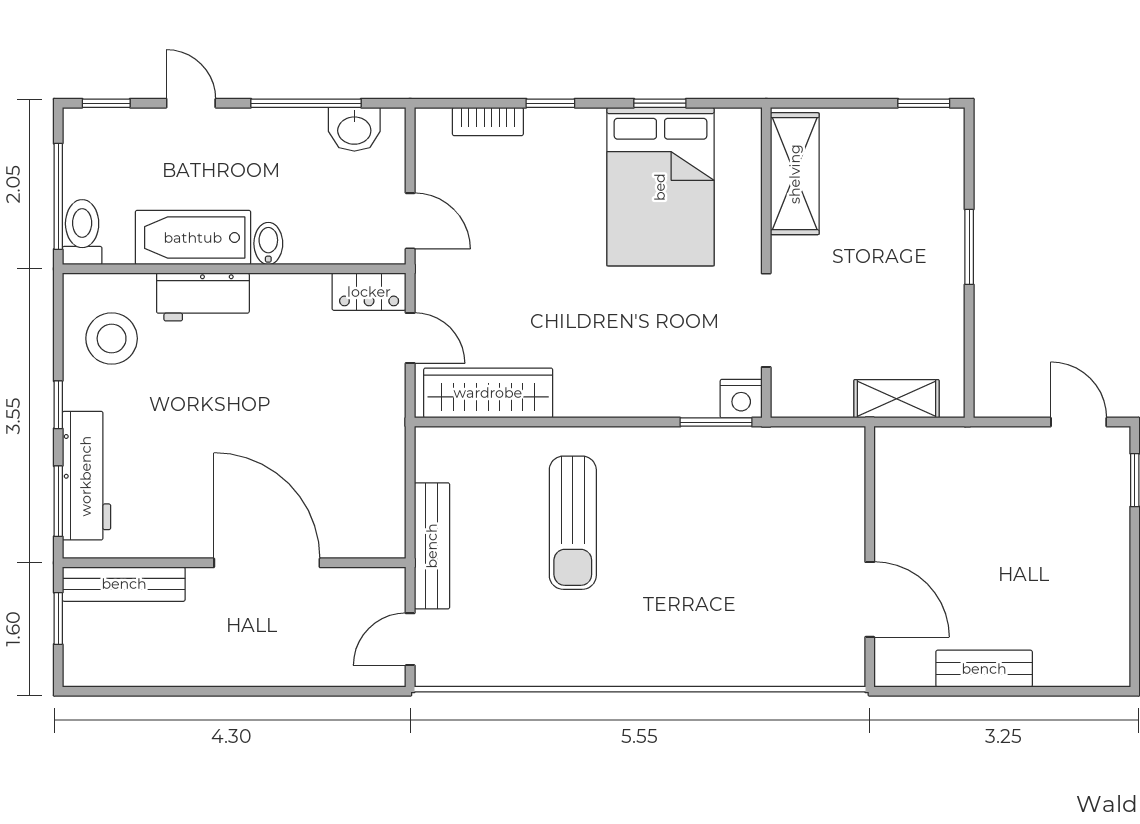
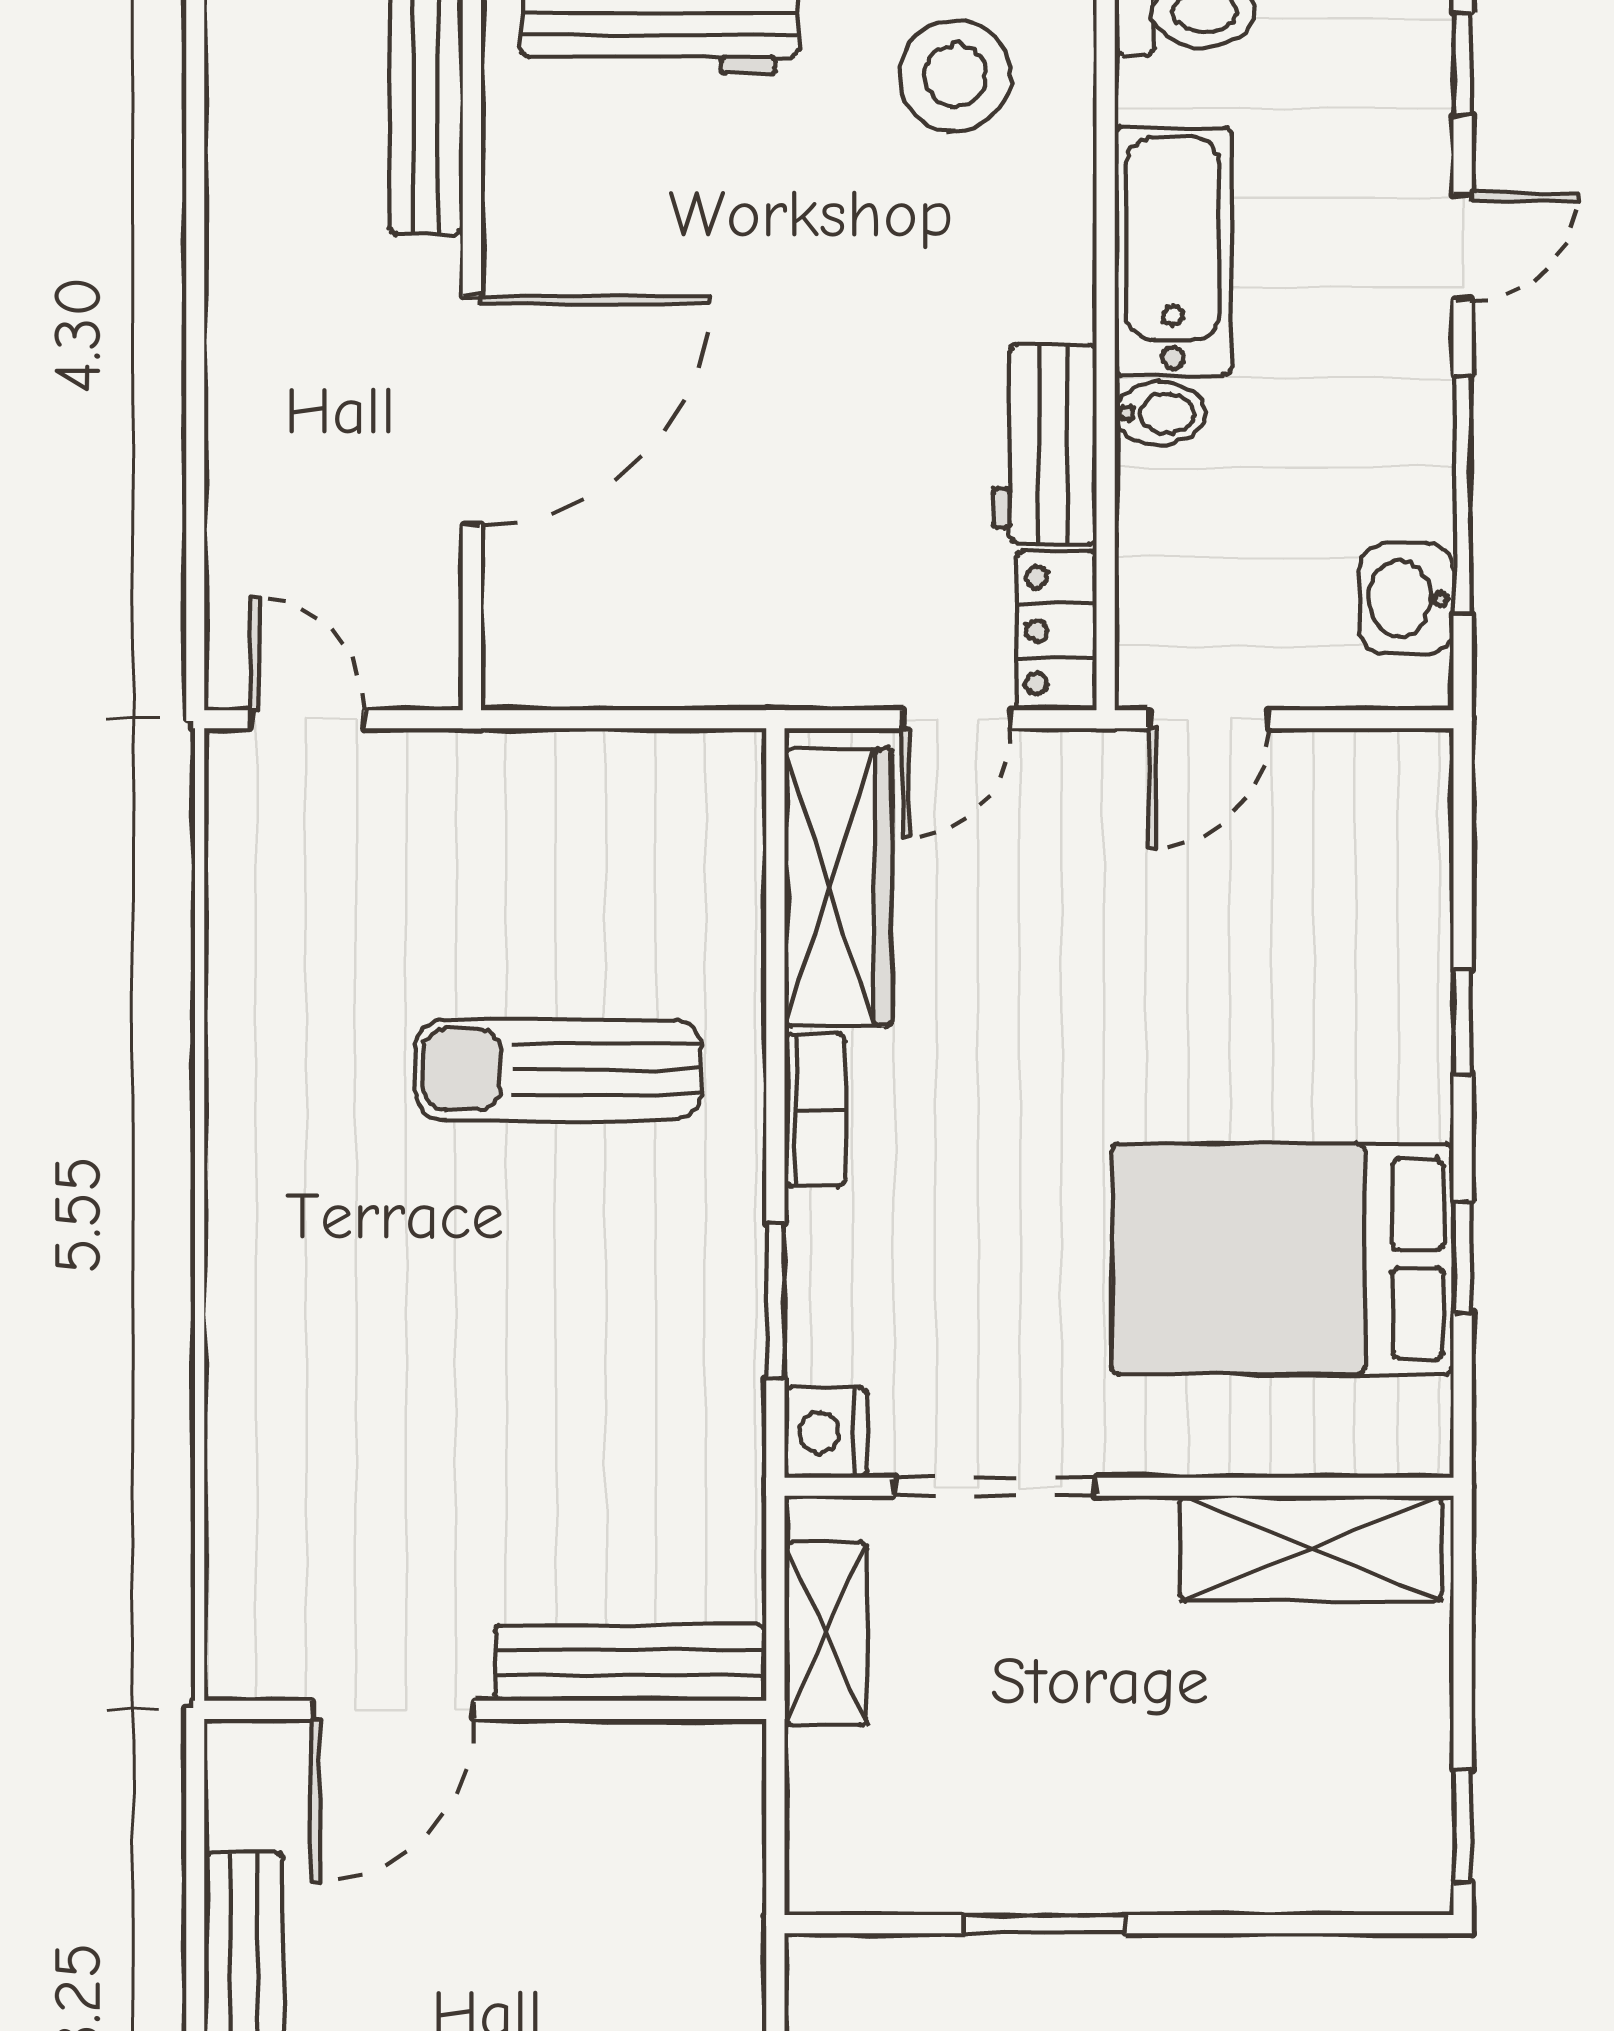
bookcase: (488, 122) -> (815, 1110), moved, turned 180
window: (969, 247) -> (1044, 1924), moved
workbench: (203, 297) -> (1045, 444), moved
shelving: (896, 399) -> (826, 1634), moved
window: (716, 422) -> (775, 1301), moved
bench: (432, 546) -> (630, 1663), moved

